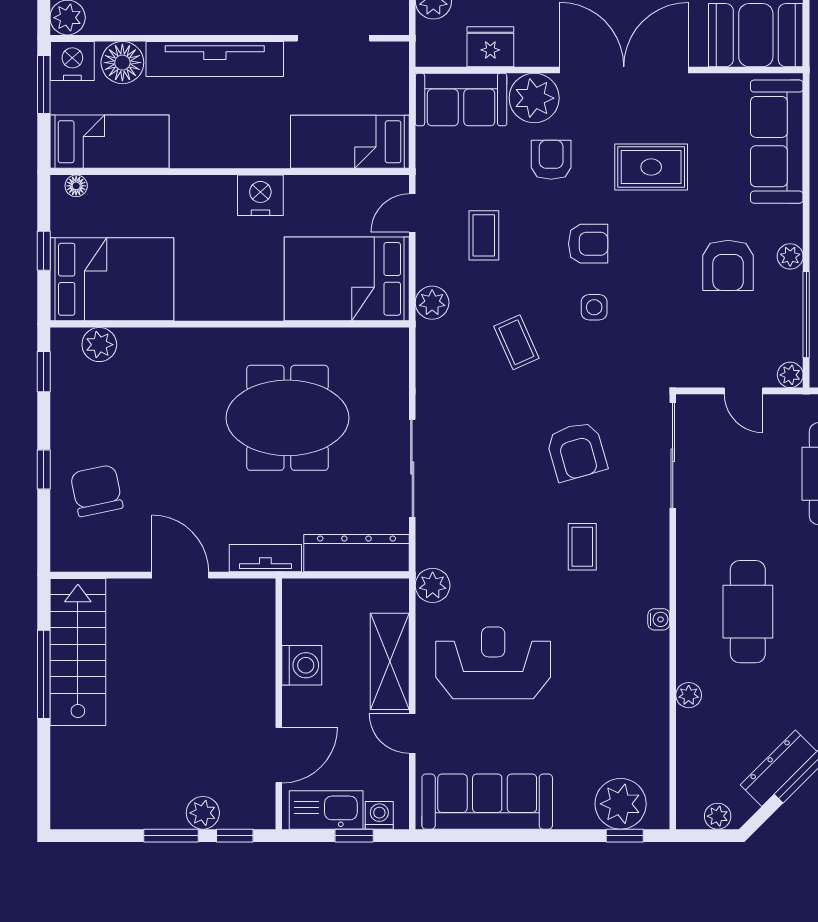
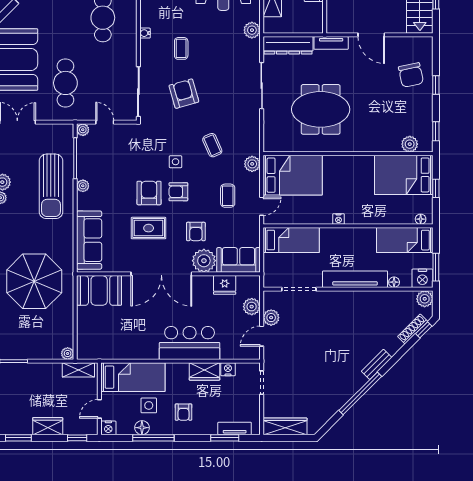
floor lamp: (122, 63) -> (394, 282), width x0.53, depth x0.53
nightstand: (260, 195) -> (339, 219), width x0.53, depth x0.56
armchair: (728, 265) -> (149, 193), moved
water cooler: (659, 619) -> (145, 33), moved

